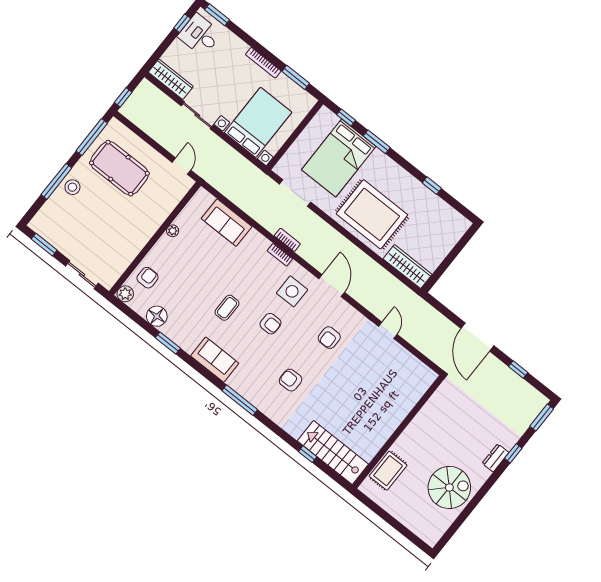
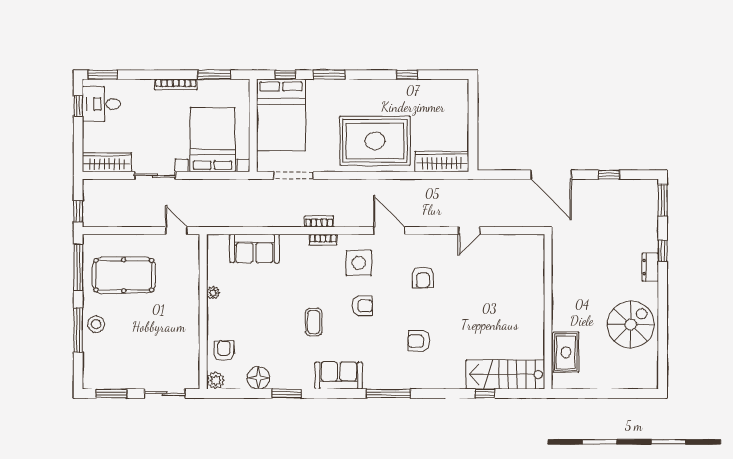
bed: (339, 158) -> (281, 115), moved
door: (388, 330) -> (469, 231), swing flipped

